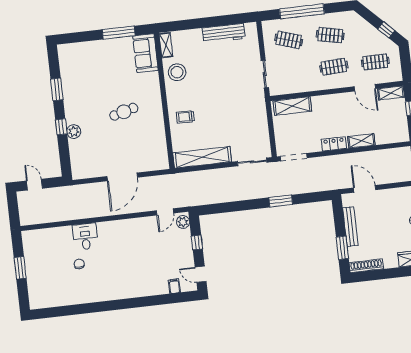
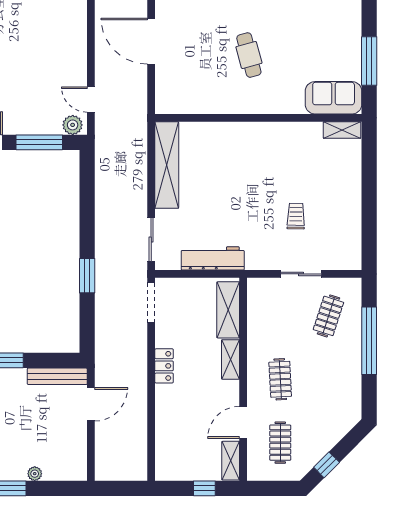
workbench: (224, 33) -> (213, 258), moved, turned 90
clothes rail: (330, 35) -> (328, 379), removed
stool: (177, 72) -> (299, 142), removed
sliding door: (265, 74) -> (301, 274), moved
trolley: (185, 117) -> (296, 216), moved
shelving: (361, 141) -> (231, 359), moved
bench: (350, 227) -> (57, 376), moved
window: (197, 242) -> (39, 142), width x2.17

